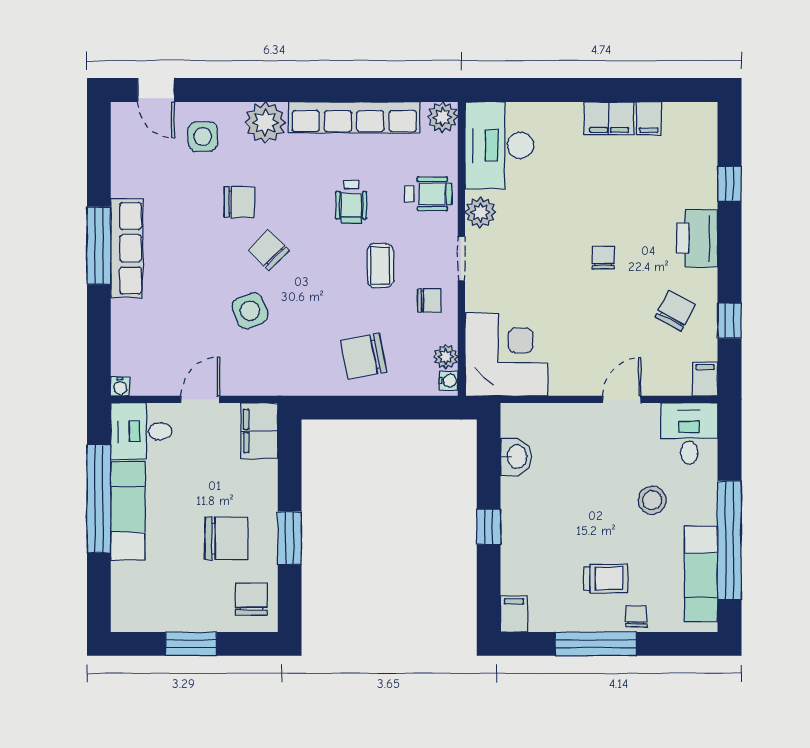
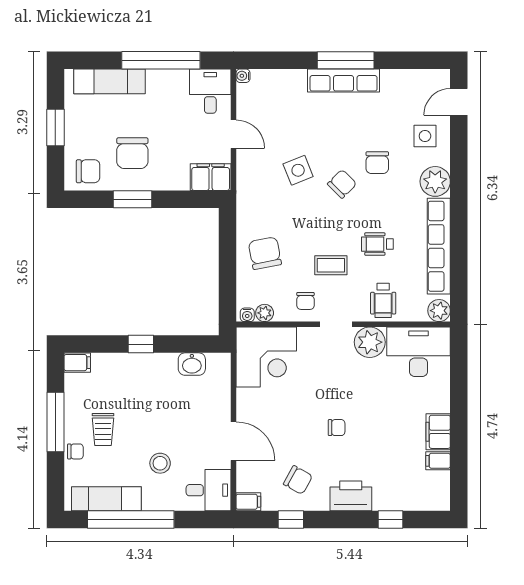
plant: (480, 212) -> (370, 342), width x1.36, depth x1.36
door: (622, 399) -> (233, 441), width x1.38
exam couch: (128, 511) -> (109, 81), moved

